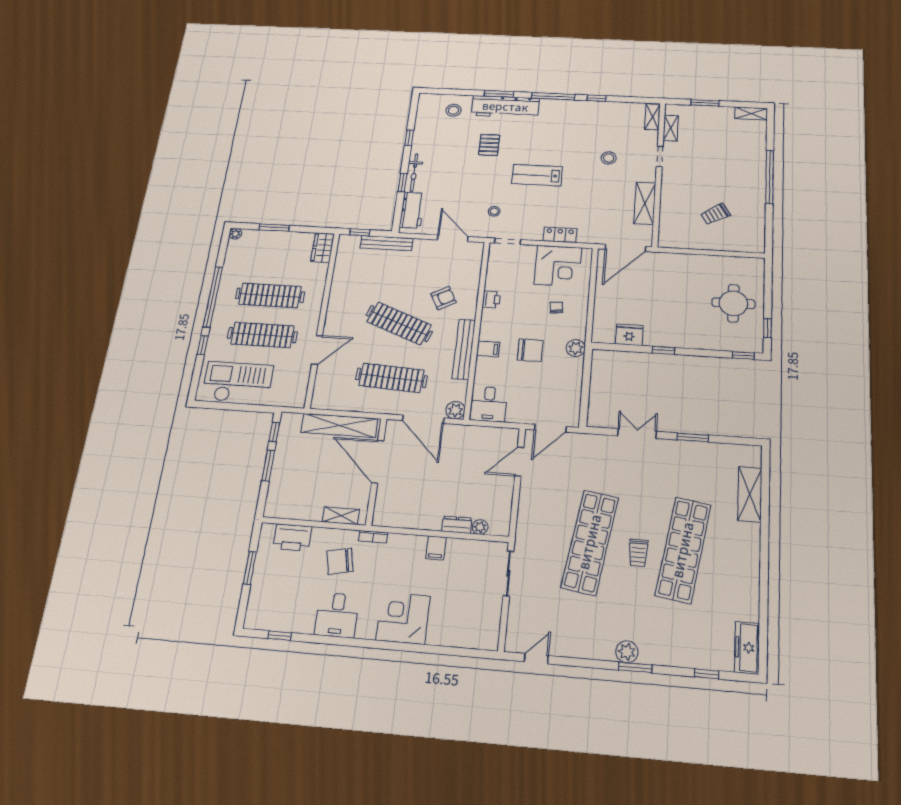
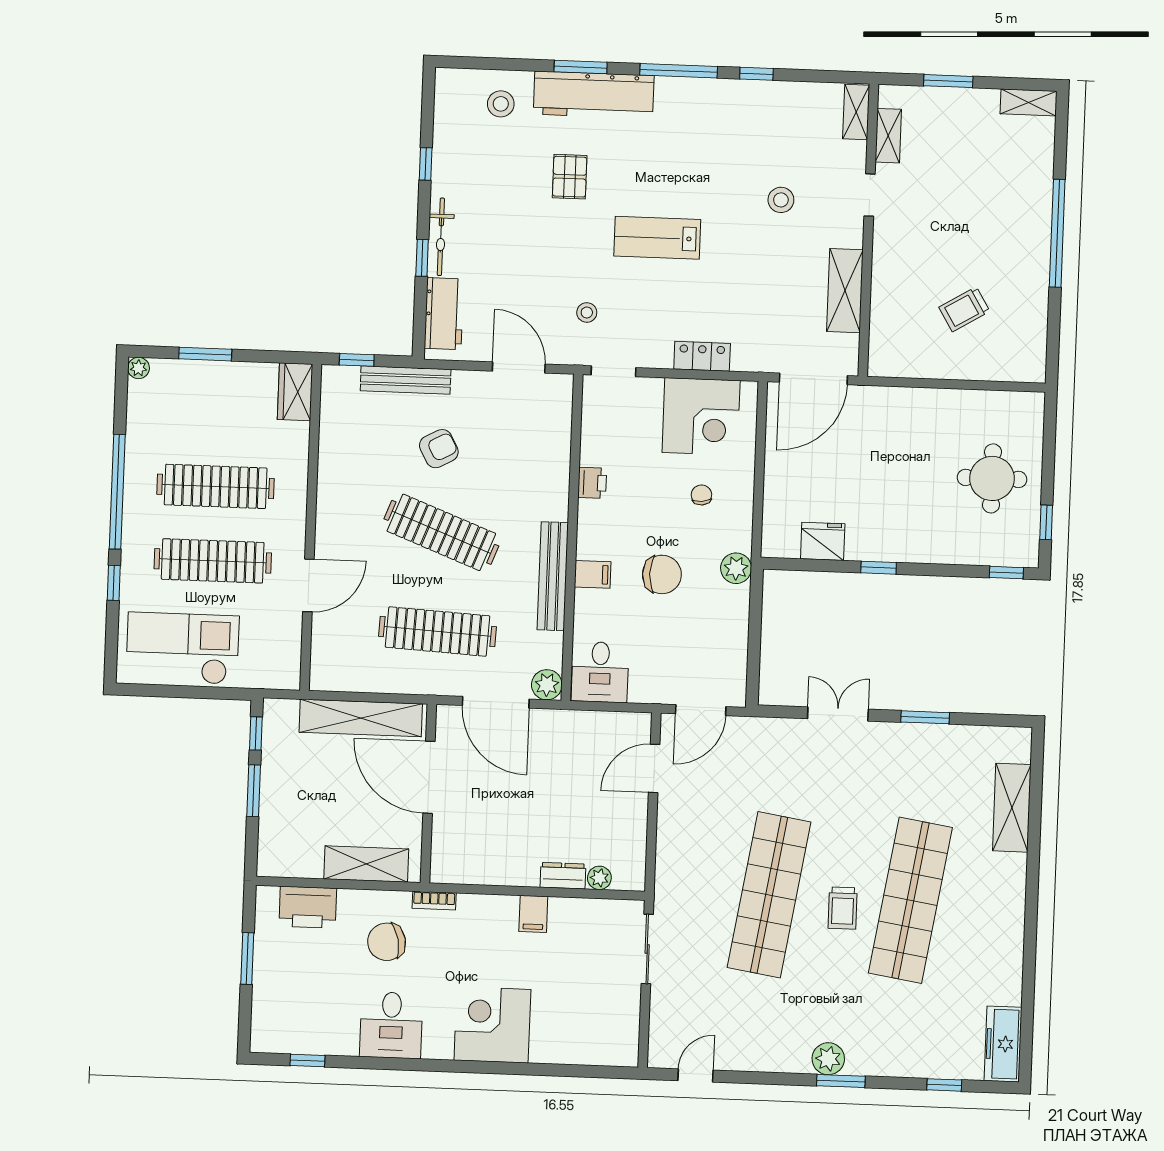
armchair: (443, 298) -> (439, 449), moved
shelving: (341, 516) -> (366, 864), width x1.50, depth x1.33

